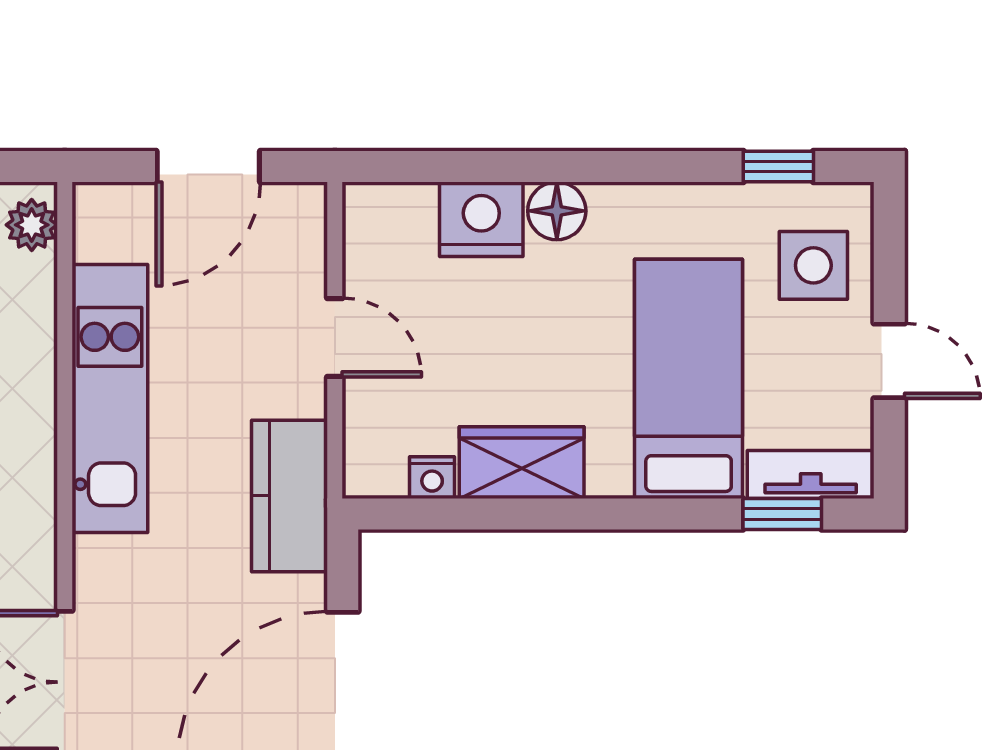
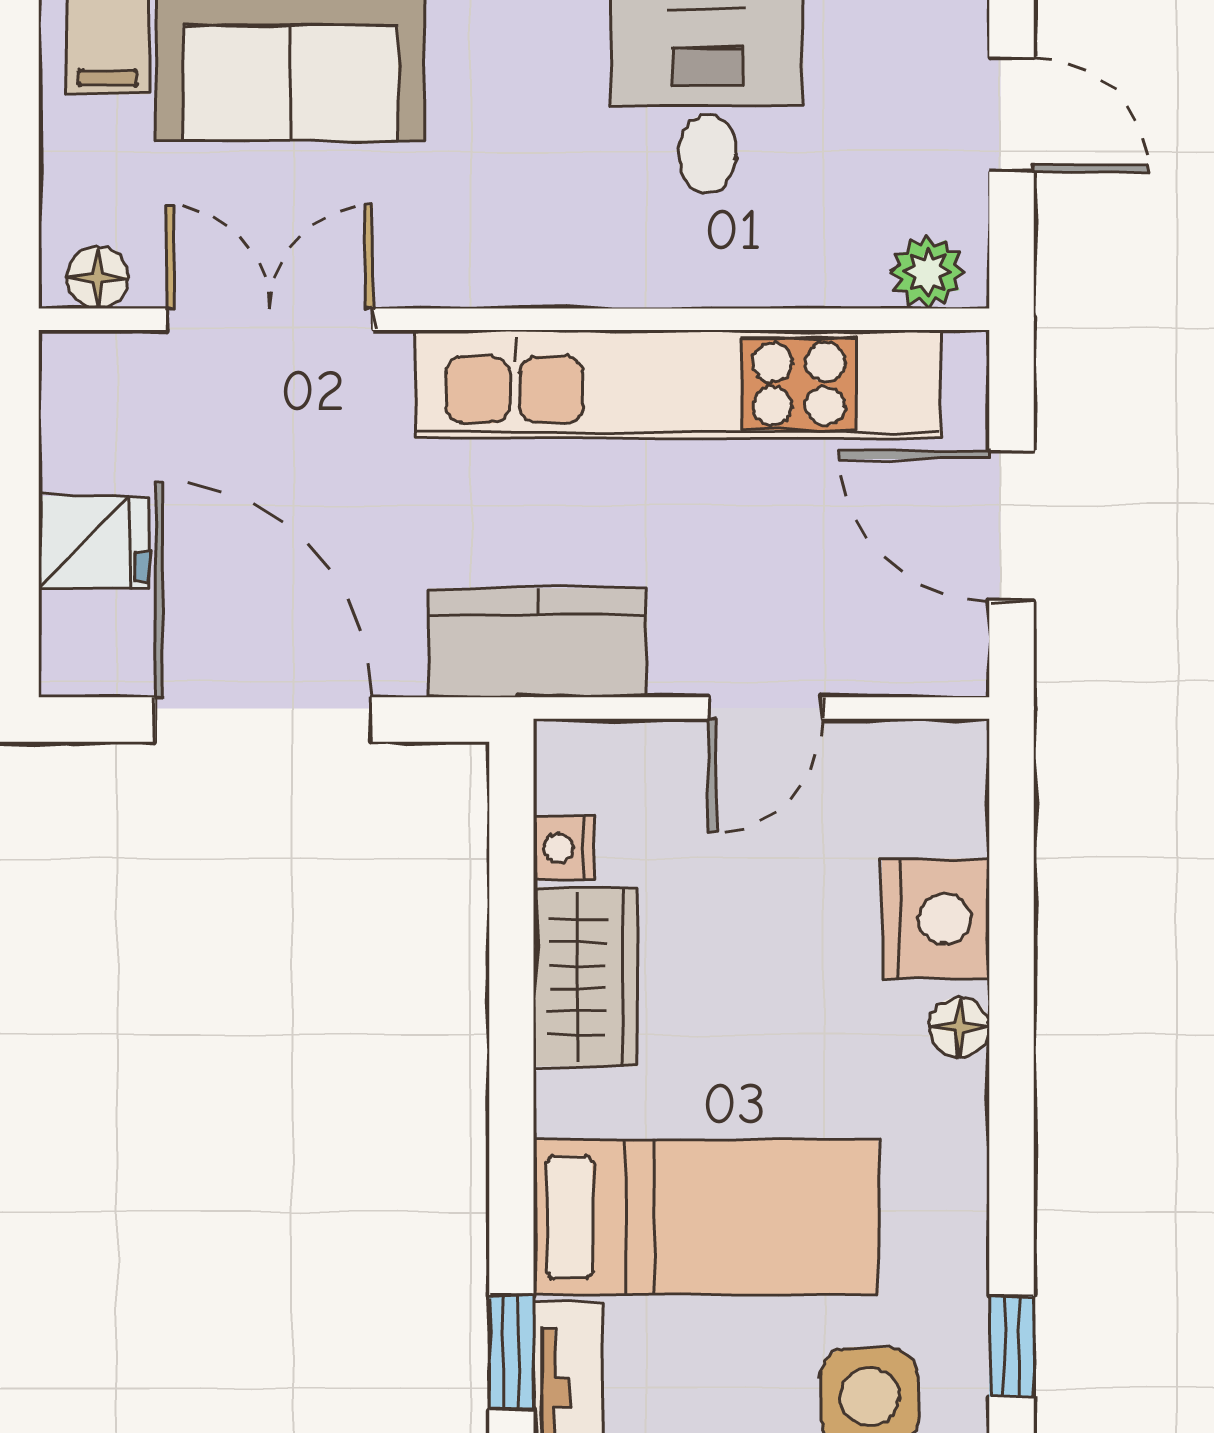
floor lamp: (557, 211) -> (959, 1027), width x0.73, depth x0.73
kitchen unit: (110, 398) -> (678, 384), width x1.36

